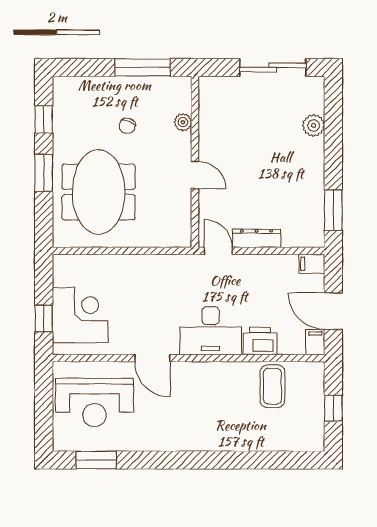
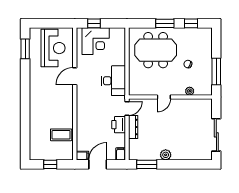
plant: (314, 126) -> (166, 155), moved
desk: (211, 331) -> (114, 81), moved, turned 180
printer: (260, 341) -> (119, 125), moved, turned 180
reception desk: (94, 403) -> (53, 48), turned 180

